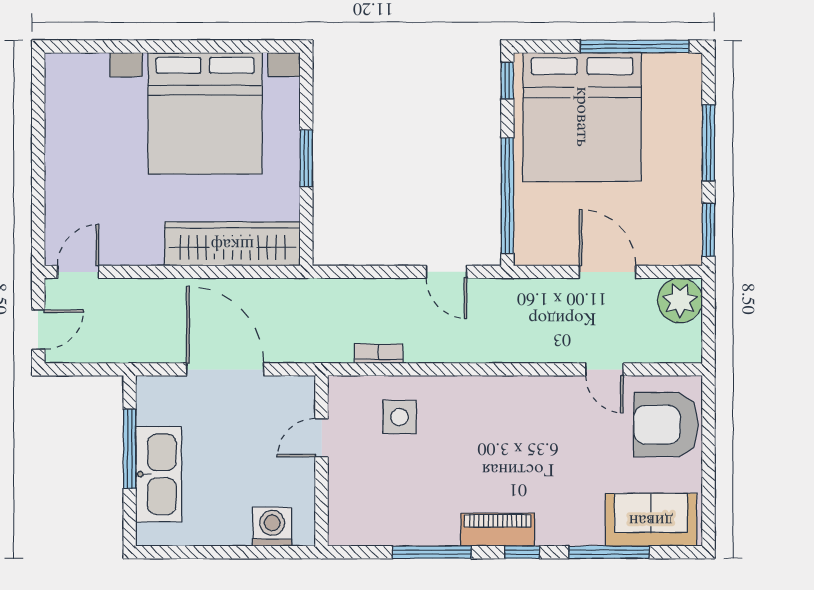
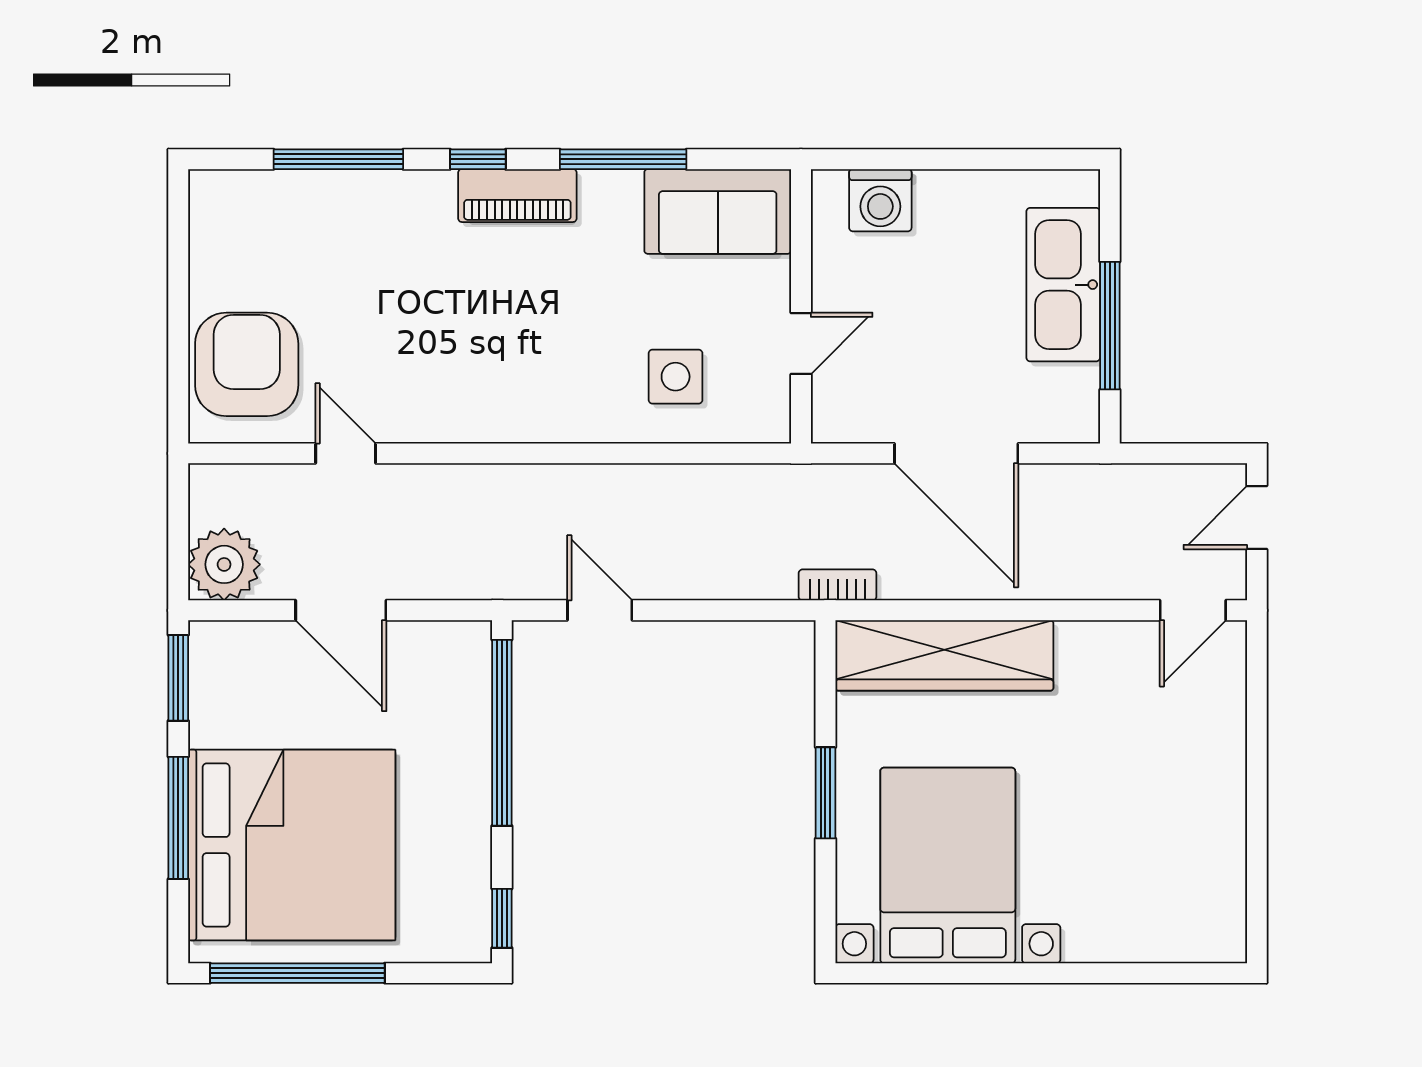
bed with nightstands: (205, 113) -> (948, 865), width x0.73
bed: (582, 117) -> (292, 845), moved, turned 90
bookcase: (379, 354) -> (838, 585), moved, turned 180
armchair: (666, 425) -> (247, 364), turned -90
sofa: (651, 520) -> (718, 211), moved

